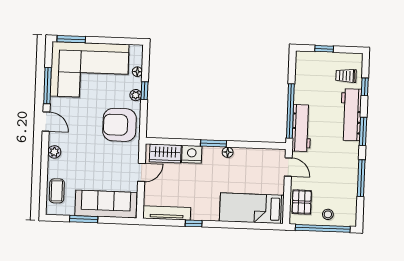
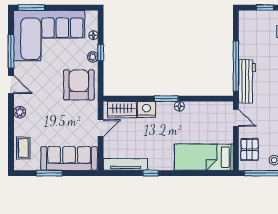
armchair: (120, 125) -> (79, 85), turned 90

